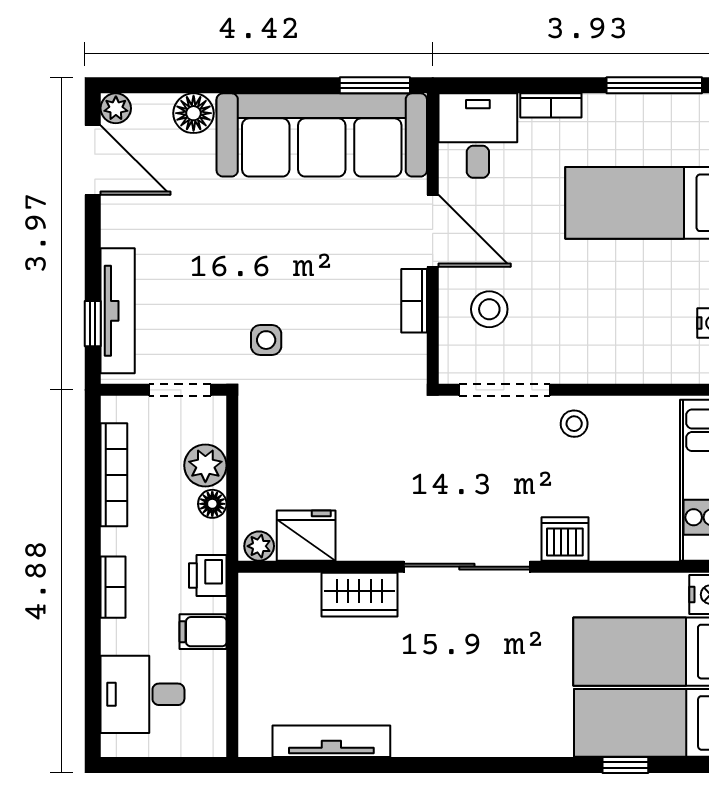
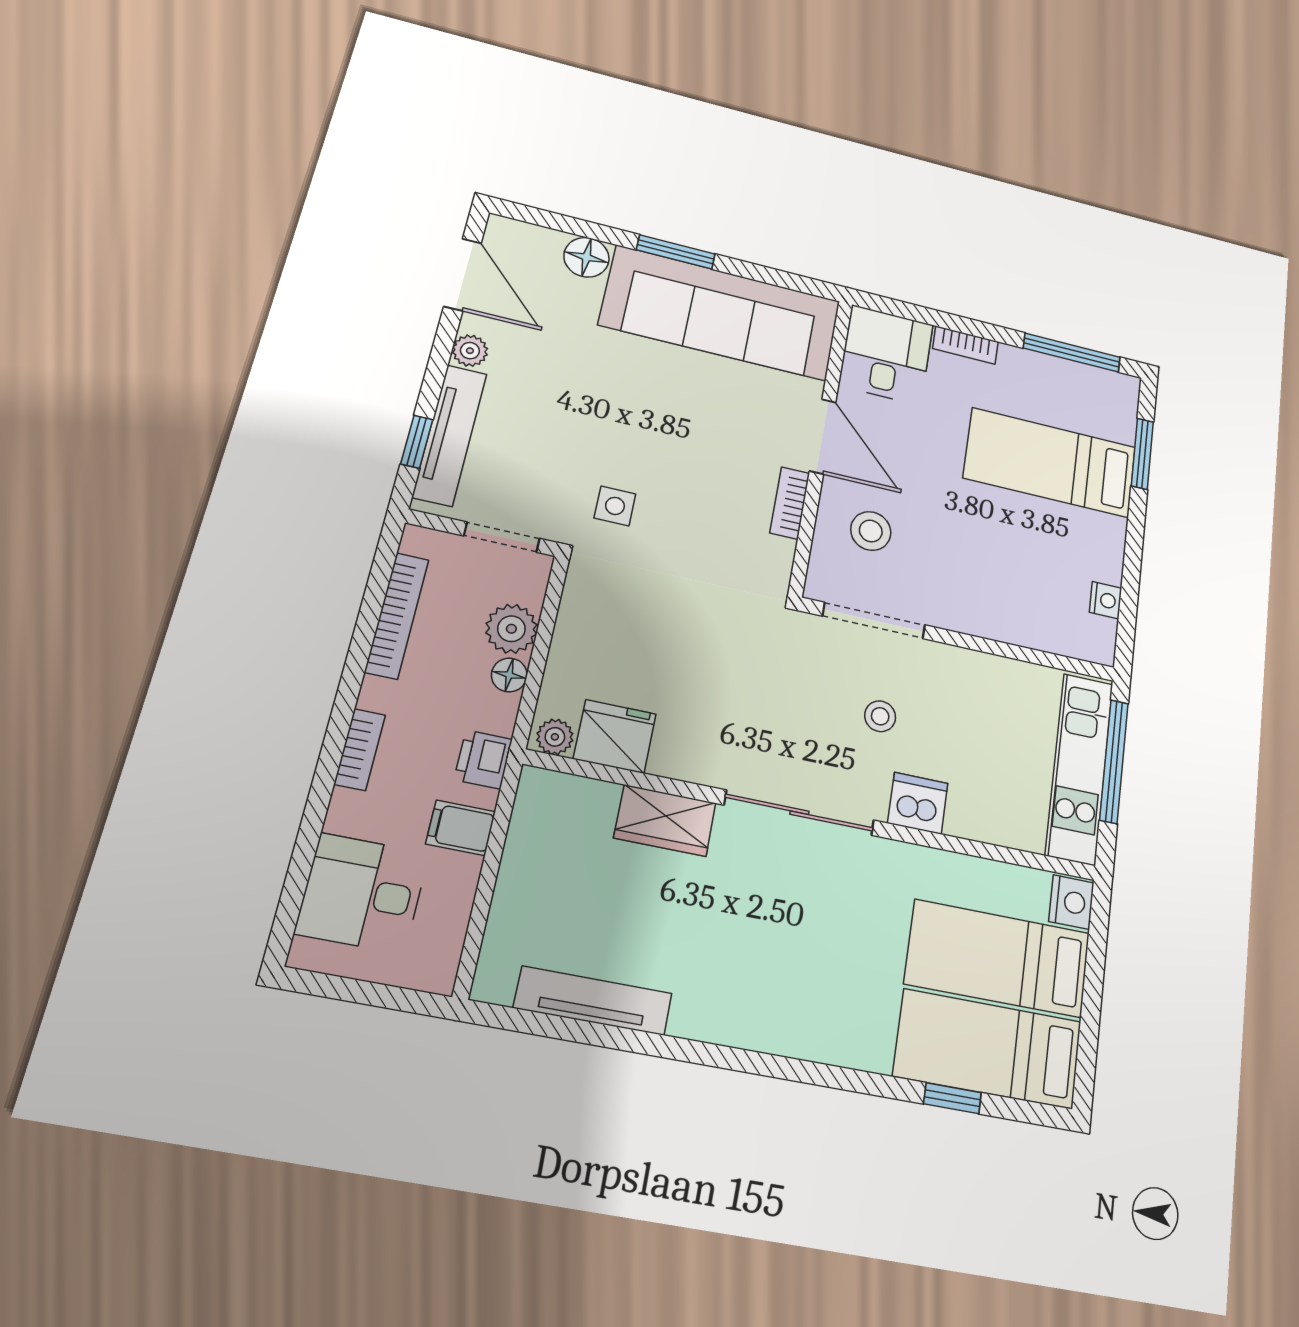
window: (375, 85) -> (676, 252), moved
plant: (116, 108) -> (470, 351), moved
stool: (574, 424) -> (880, 716), moved

